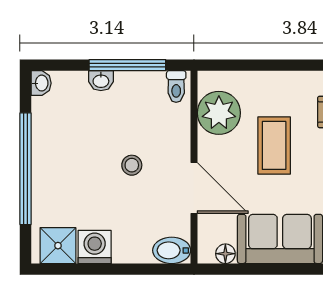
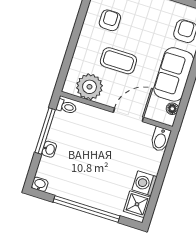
stool: (132, 165) -> (104, 147), removed

